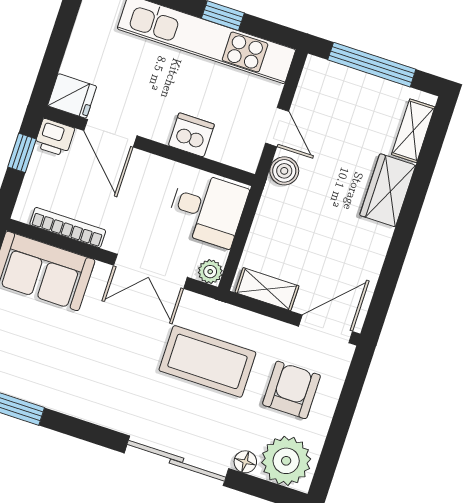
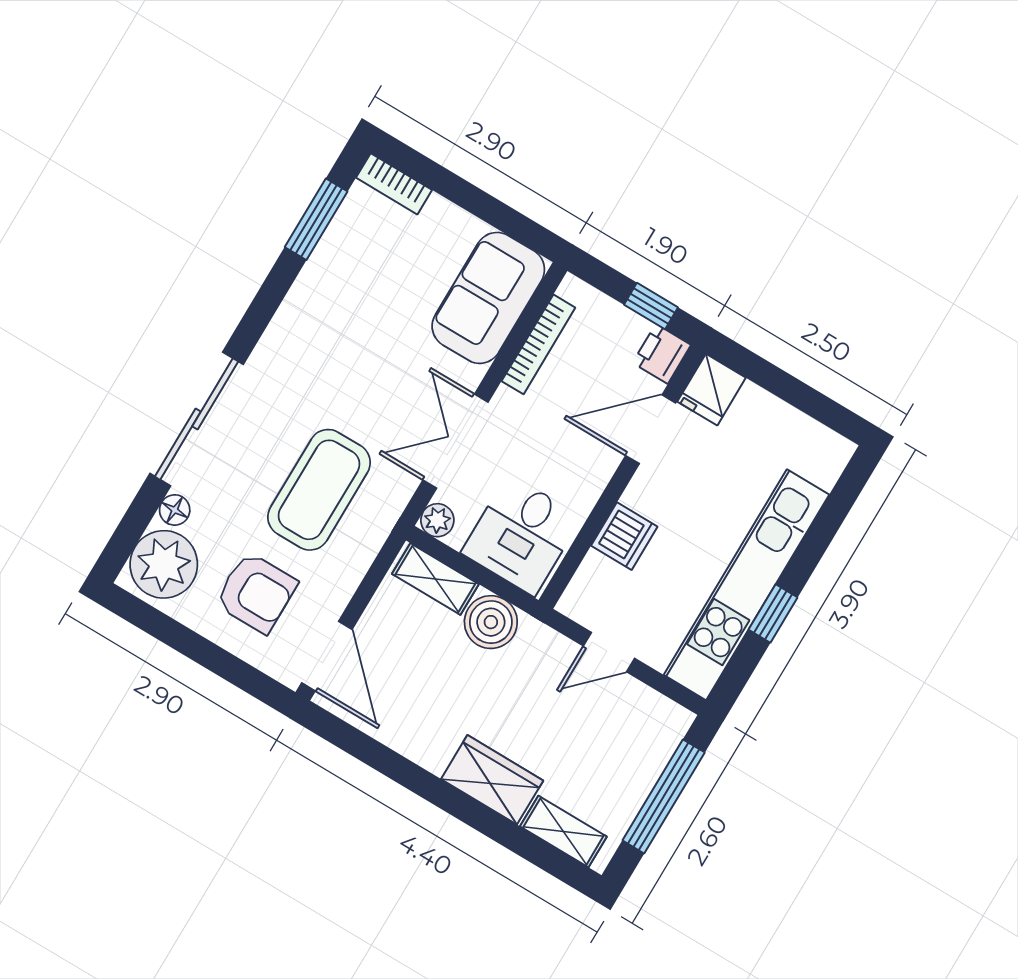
boiler: (284, 171) -> (491, 622), moved, width x1.36, depth x1.36
shelving: (267, 289) -> (435, 579), moved, turned 90

